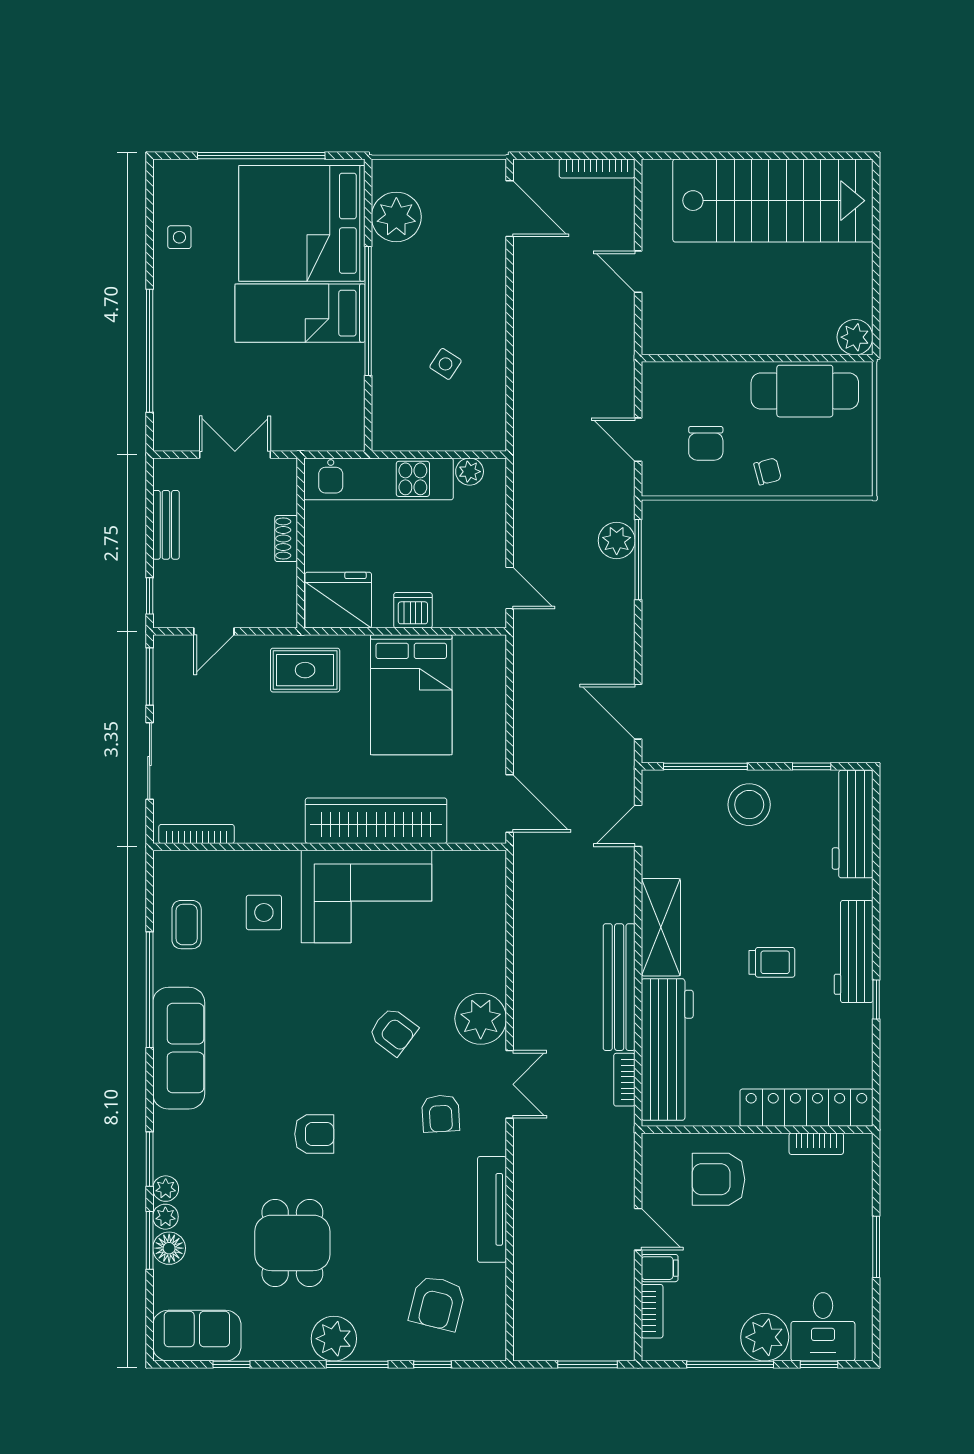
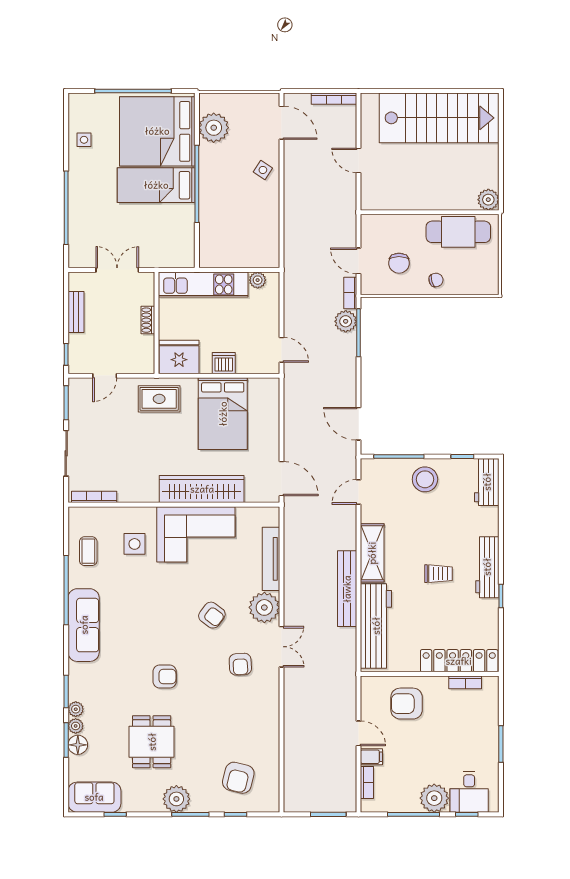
side table: (446, 364) -> (263, 170), moved
workbench: (853, 824) -> (487, 482), width x0.73
bookcase: (624, 1080) -> (350, 293), moved
tv unit: (492, 1209) -> (271, 559), moved

